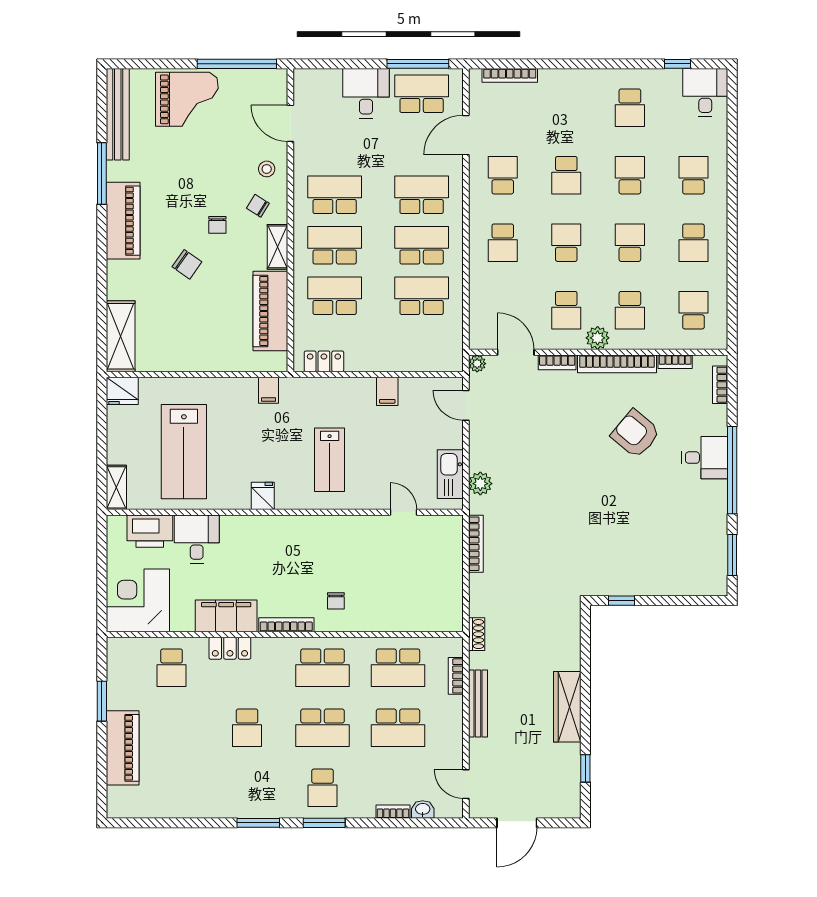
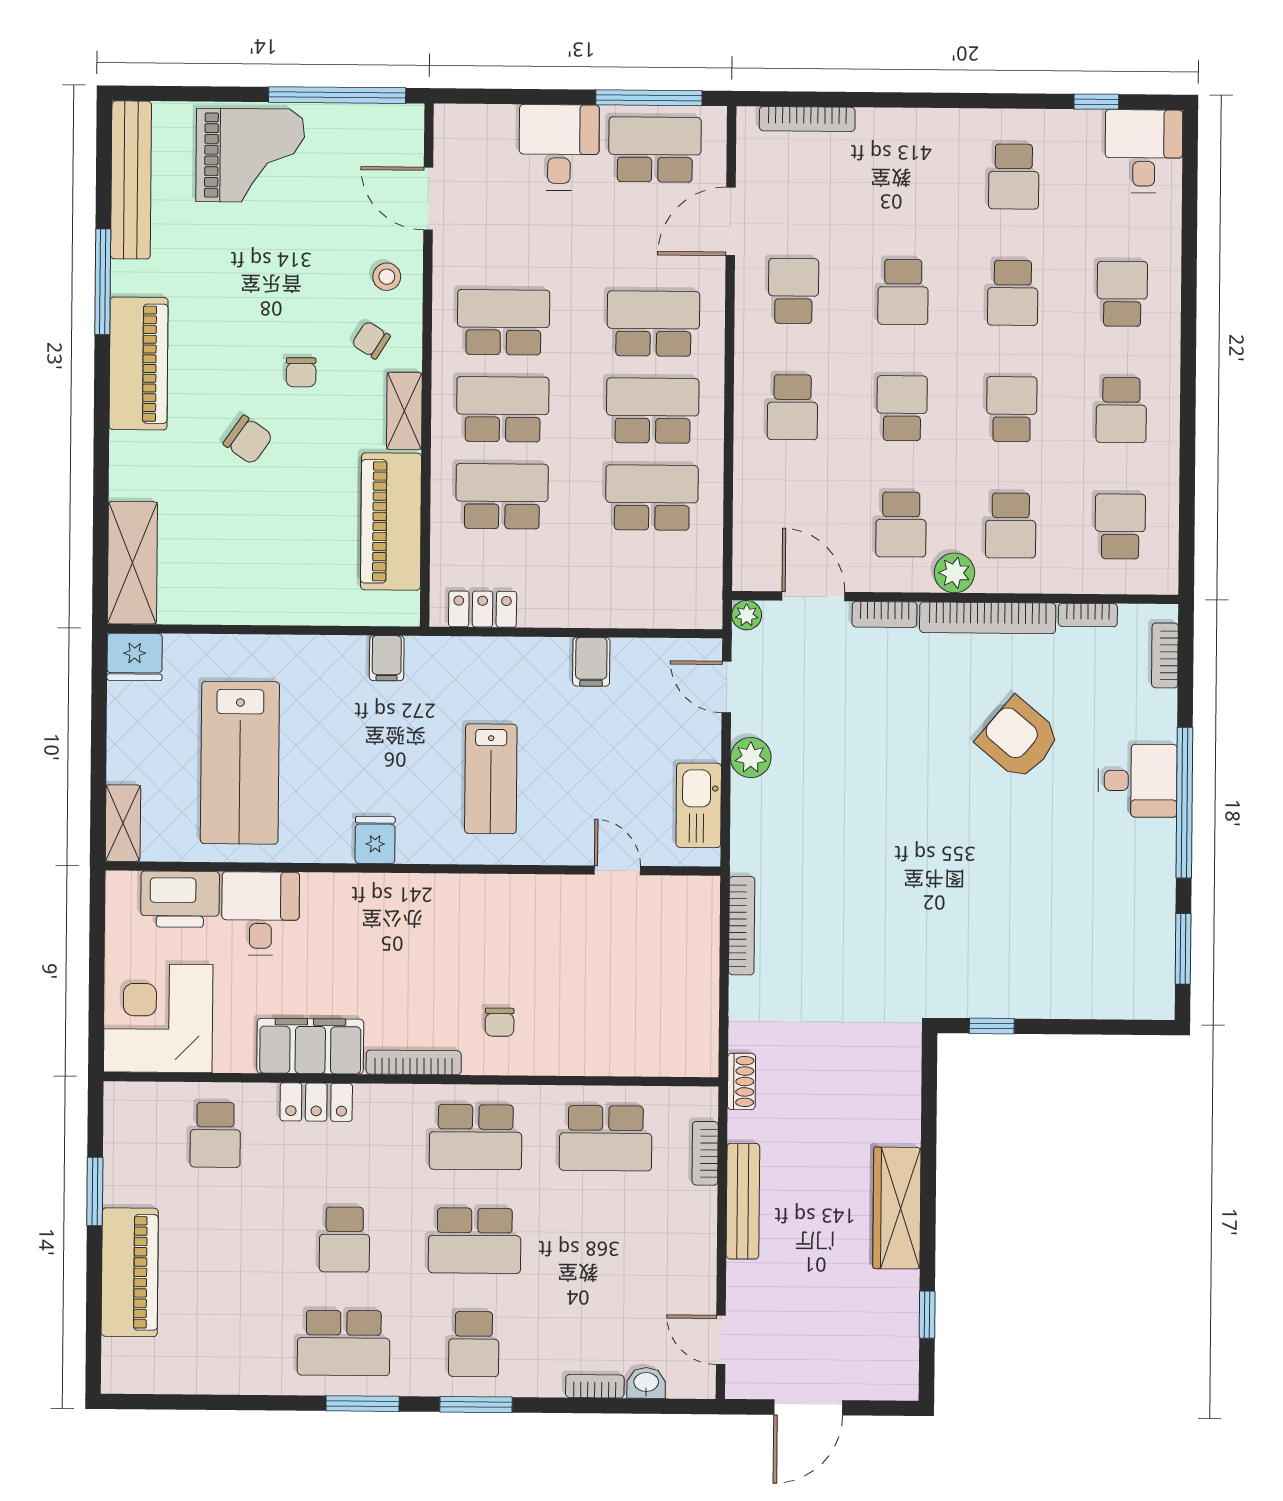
school desk: (630, 175) -> (1013, 293), turned 180
plant: (480, 484) -> (751, 758), moved
school desk: (398, 728) -> (344, 1343), moved

